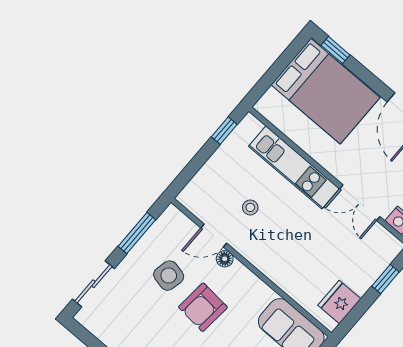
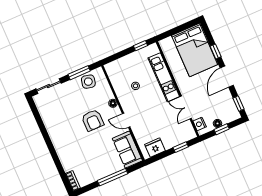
window: (335, 50) -> (216, 51), moved
door: (214, 236) -> (126, 120), moved
side table: (169, 276) -> (88, 82), moved
armchair: (203, 307) -> (93, 120), turned -95

